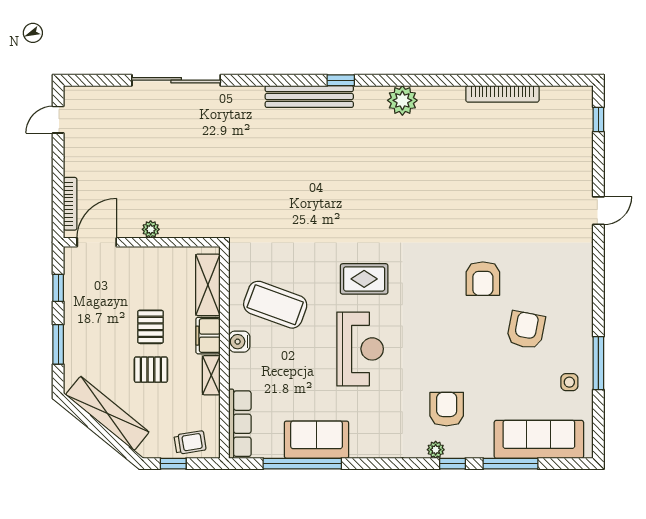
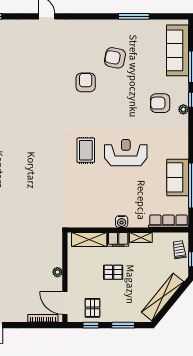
armchair: (483, 279) -> (86, 82), turned -90
coffee table: (275, 305) -> (100, 201), removed
pallet: (151, 370) -> (92, 308), moved
side table: (569, 382) -> (145, 33), removed

